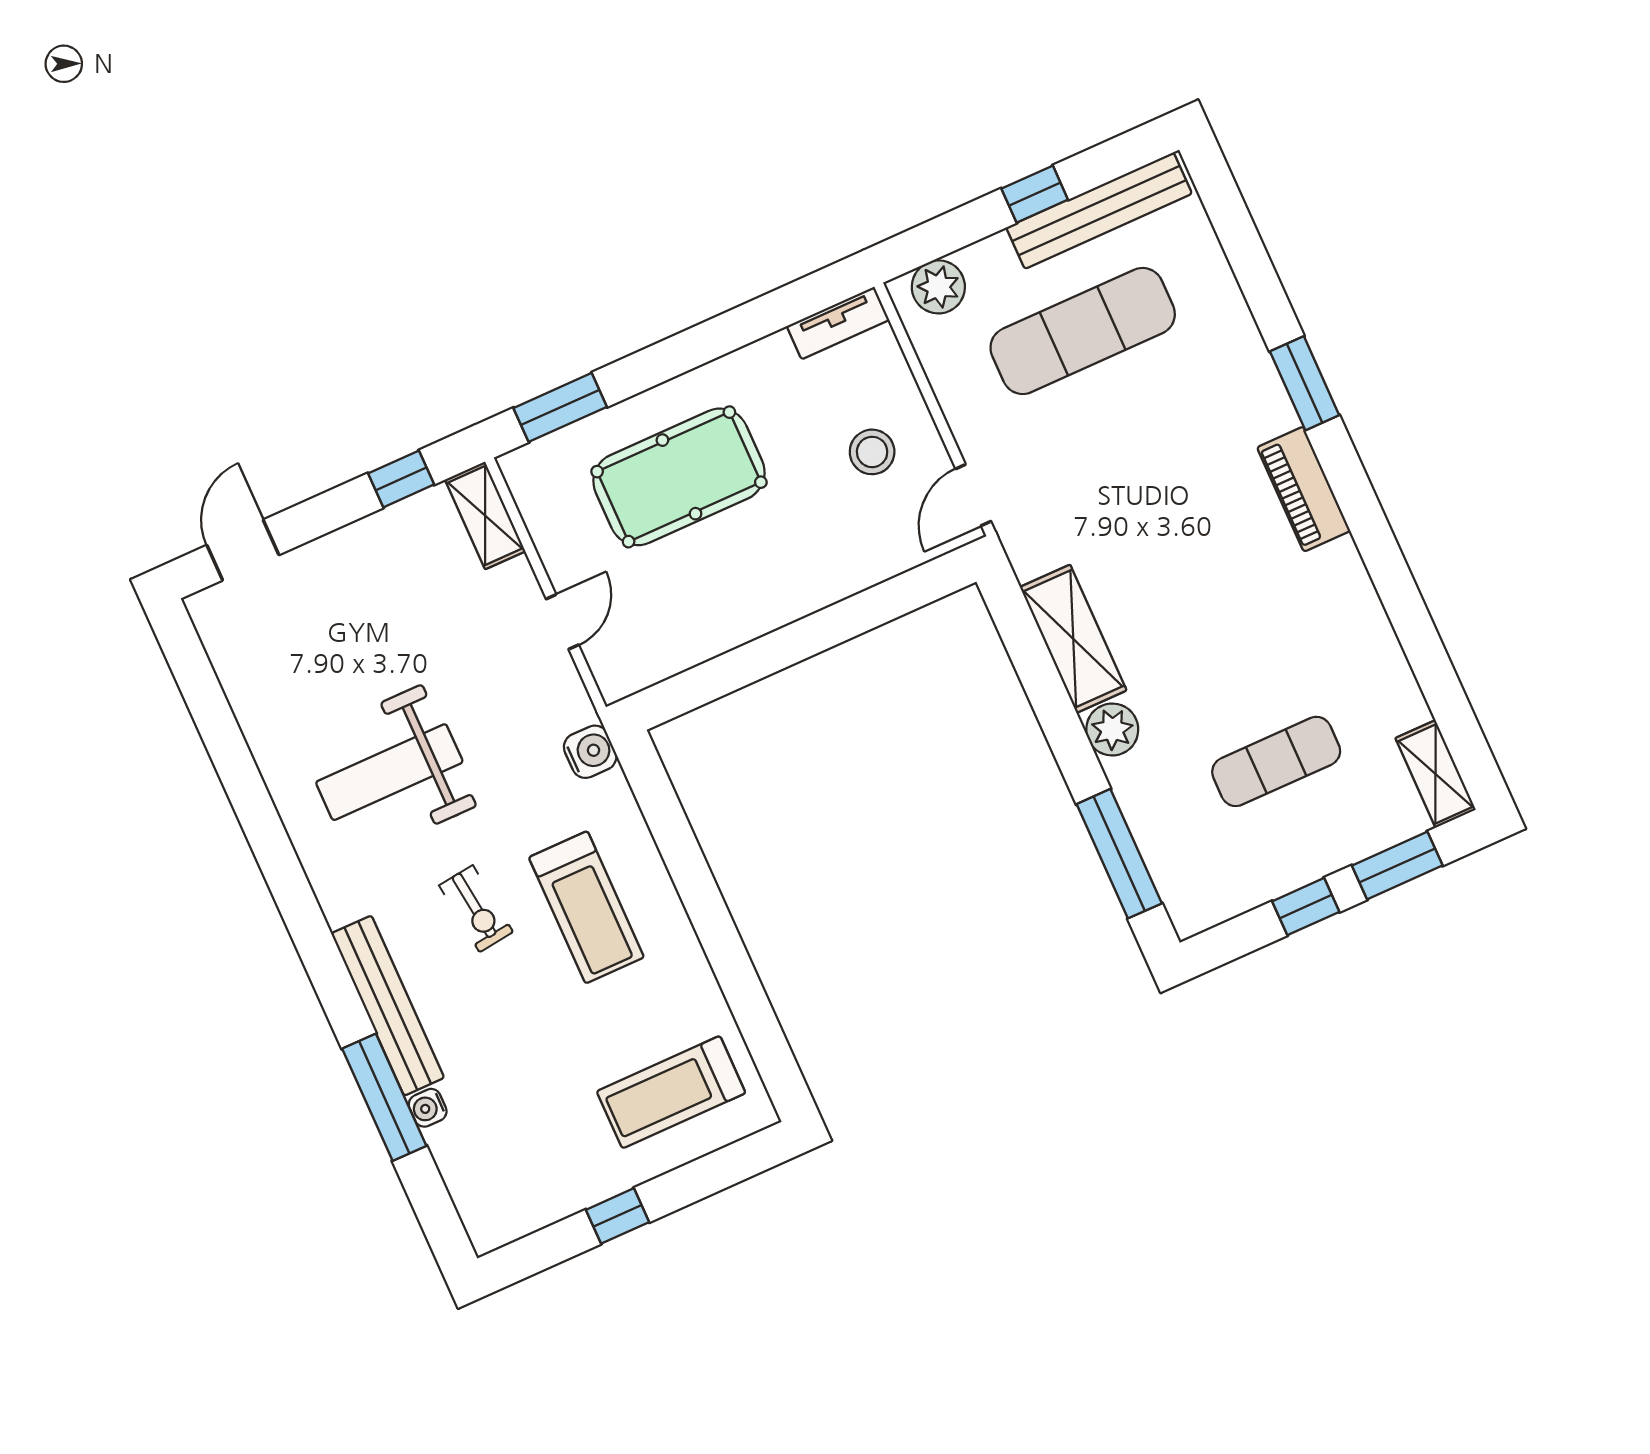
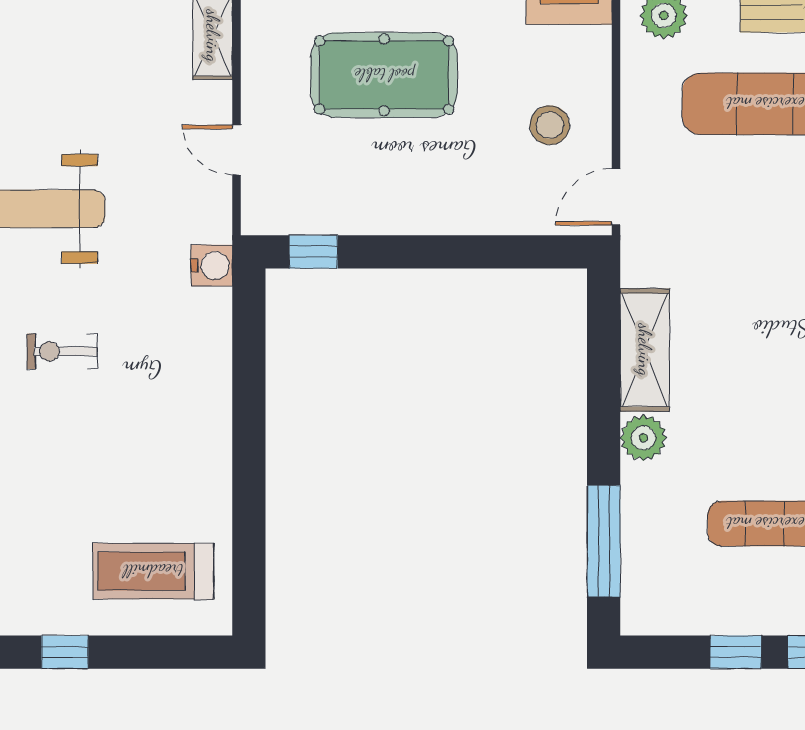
door: (562, 622) -> (237, 150), swing flipped
window: (688, 691) -> (313, 252), added
treadmill: (586, 907) -> (152, 390), removed
exercise bike: (476, 909) -> (62, 351), turned 97

